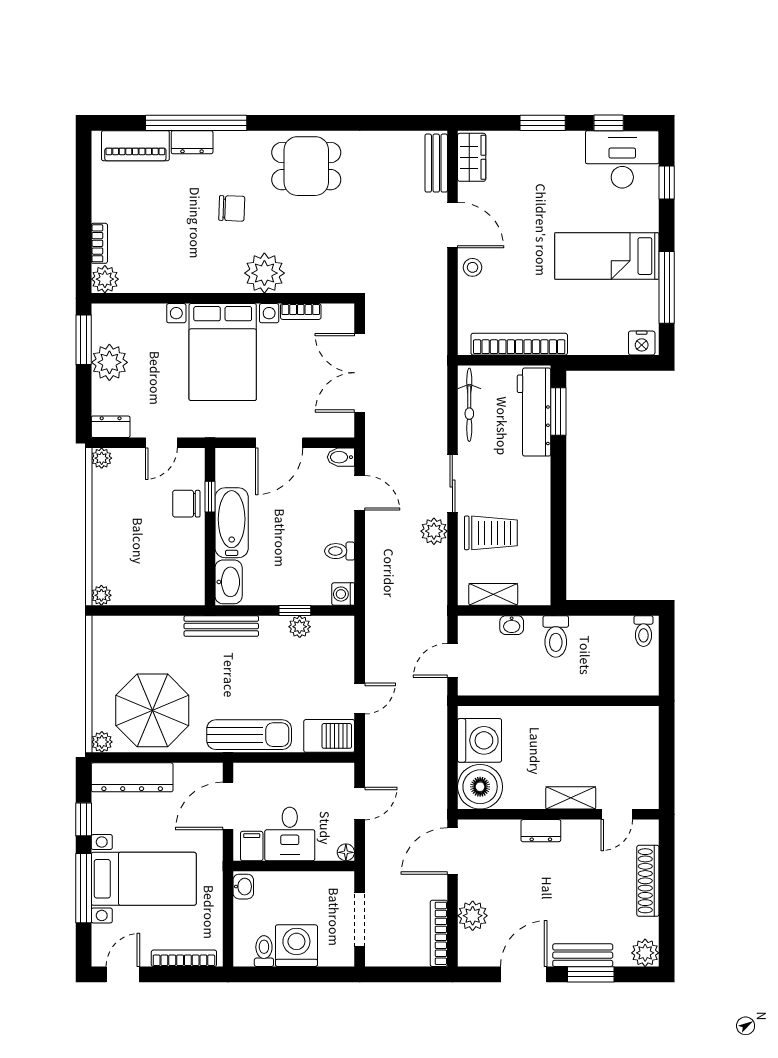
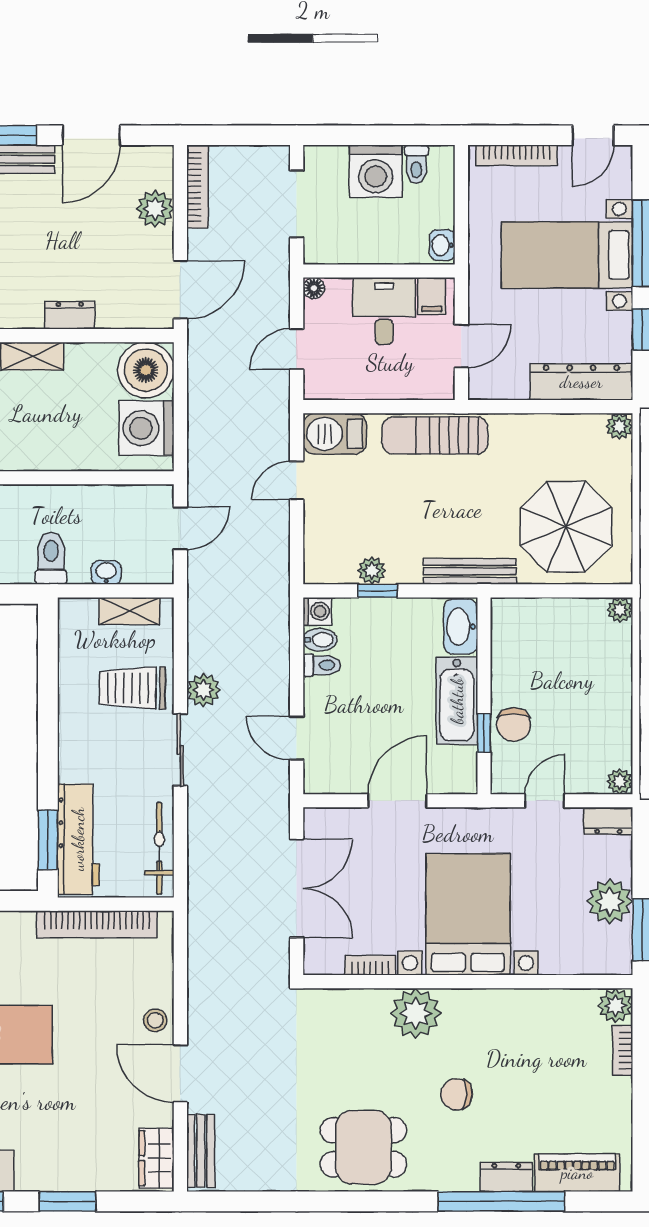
bidet: (341, 457) -> (320, 640), moved
chair: (186, 504) -> (514, 725), turned 90
parasol: (152, 710) -> (566, 527), moved
door: (228, 806) -> (461, 346), width x0.73

